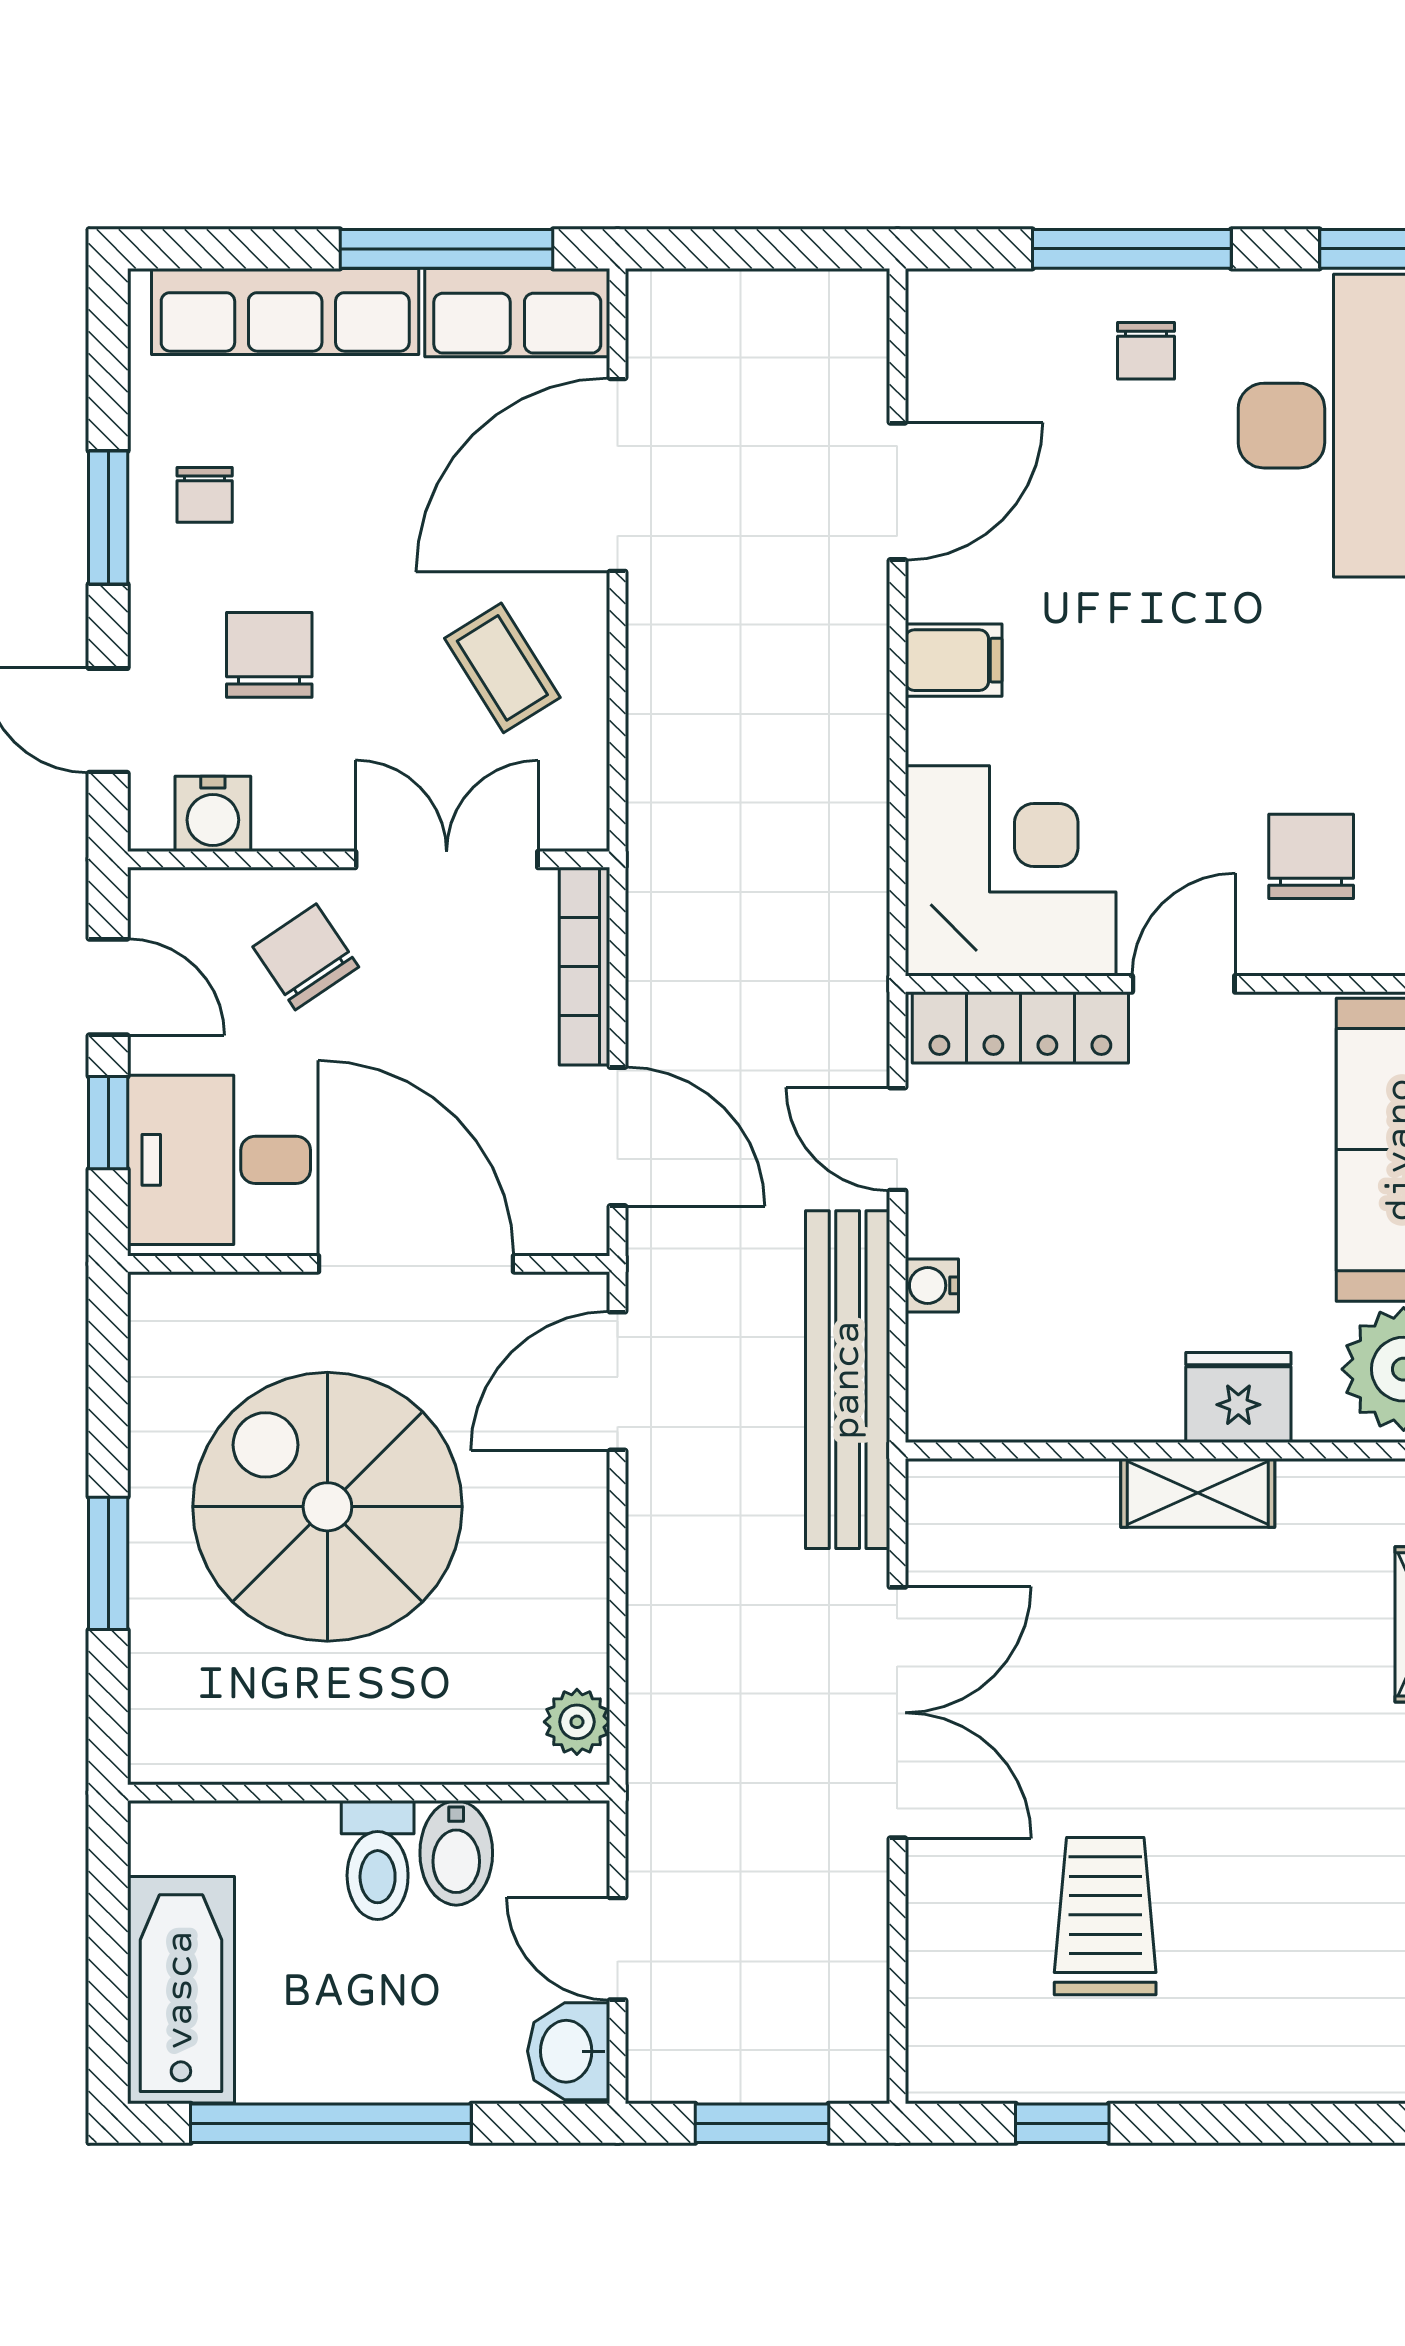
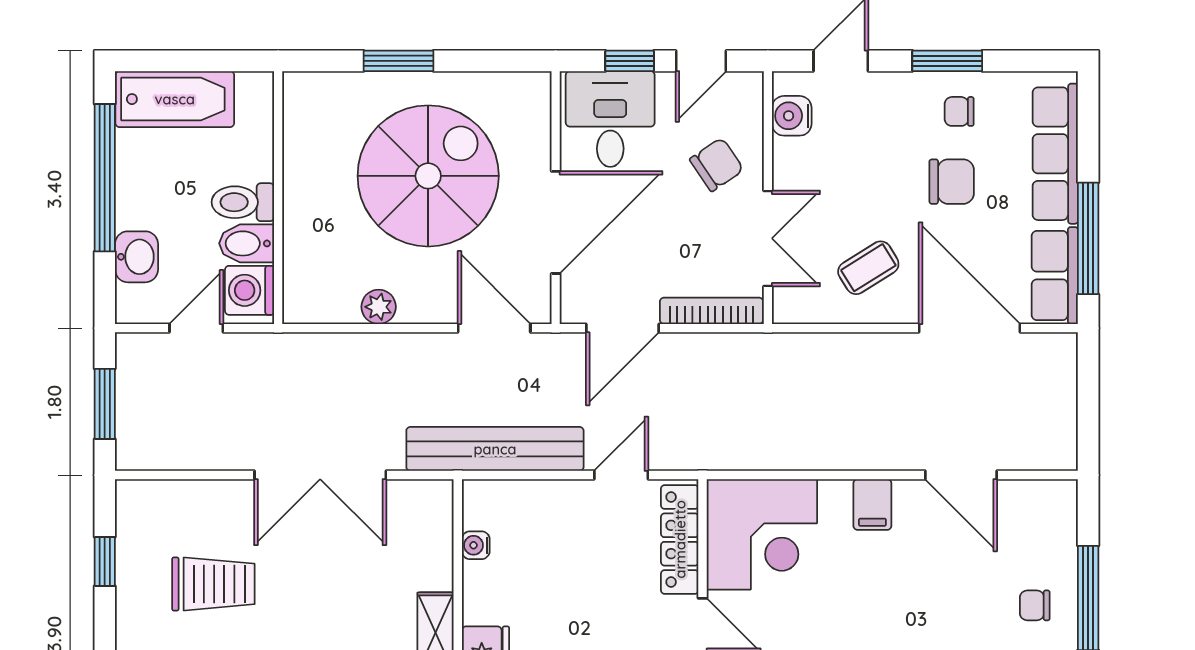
chair: (269, 655) -> (952, 182), moved
water cooler: (932, 1285) -> (476, 545), moved, turned -90
plant: (577, 1722) -> (379, 307), moved
washing machine: (545, 1847) -> (250, 290), added
washbasin: (569, 2051) -> (136, 257), moved, turned 90

